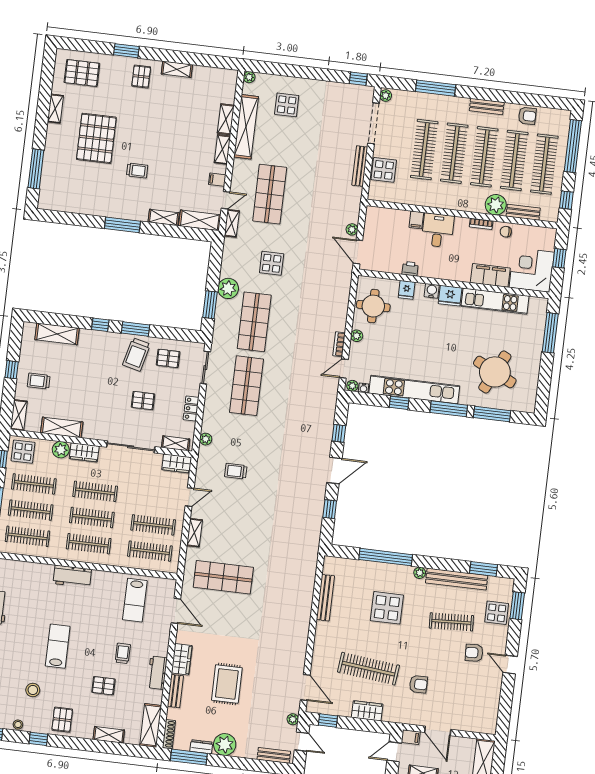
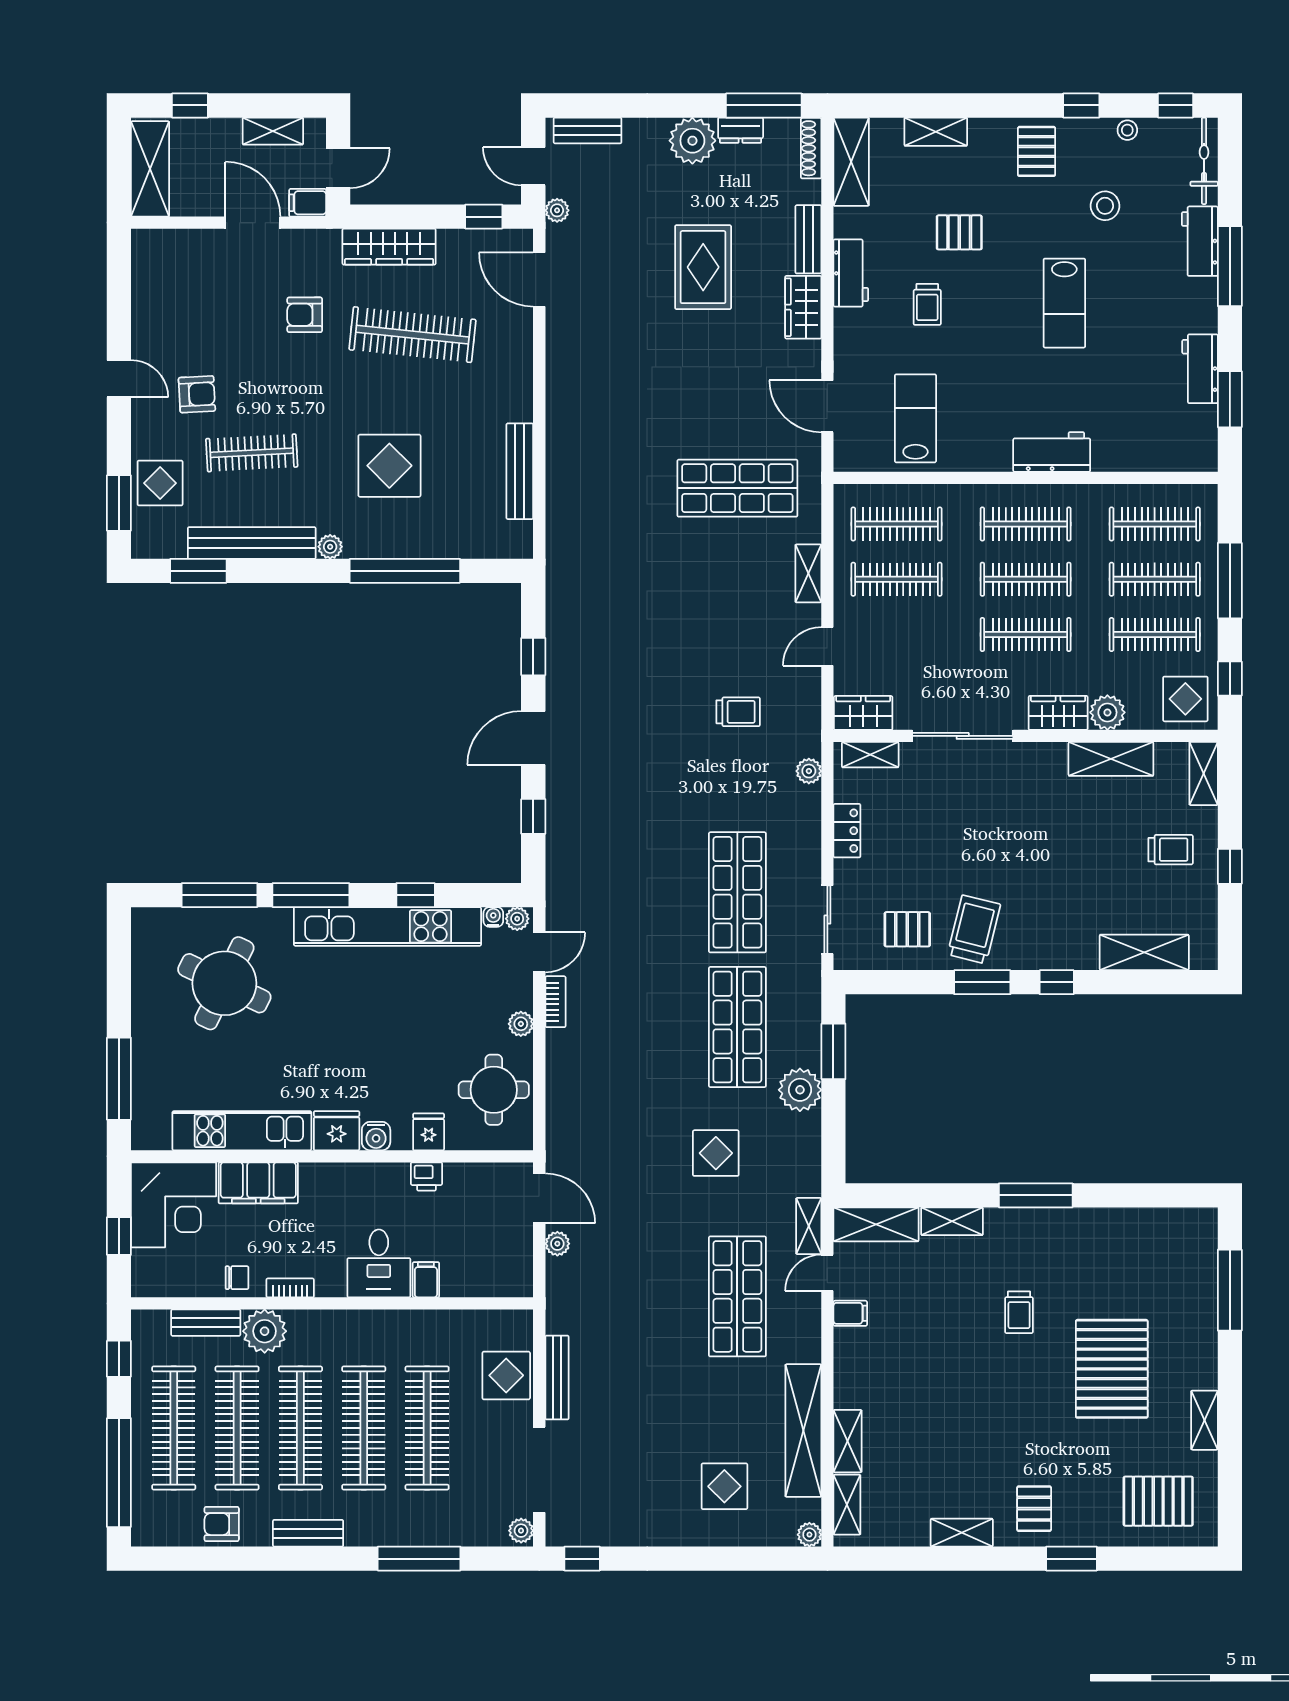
shelving: (222, 149) -> (847, 1505), moved
trolley: (137, 170) -> (1019, 1312), turned -90
pallet: (143, 401) -> (949, 835), removed
wardrobe: (367, 711) -> (389, 247), width x1.50

